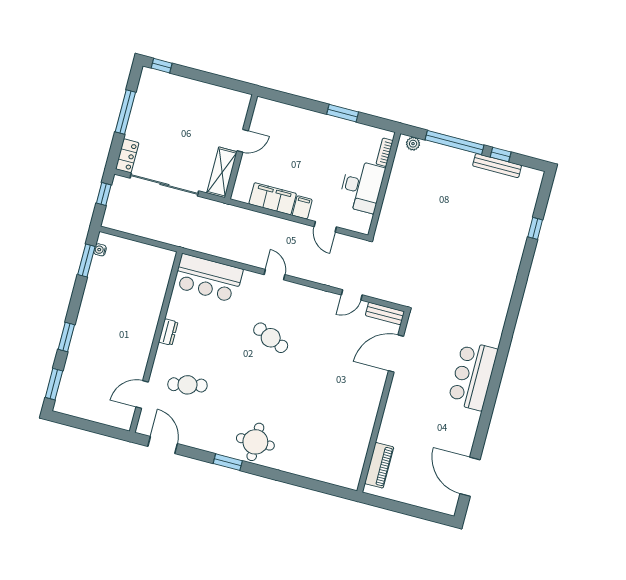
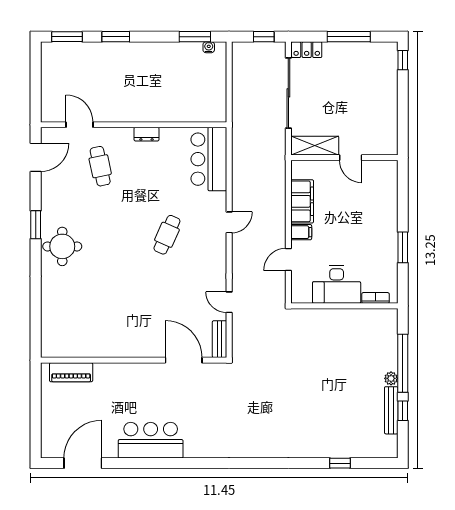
plant: (413, 144) -> (391, 378), moved
bar counter: (473, 376) -> (151, 440), moved

